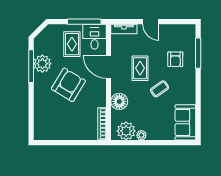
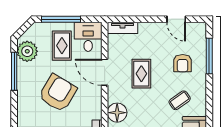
window: (84, 22) -> (61, 19), moved
door: (151, 22) -> (176, 19), moved
plant: (42, 64) -> (27, 51), moved
coffee table: (160, 89) -> (180, 100), moved

